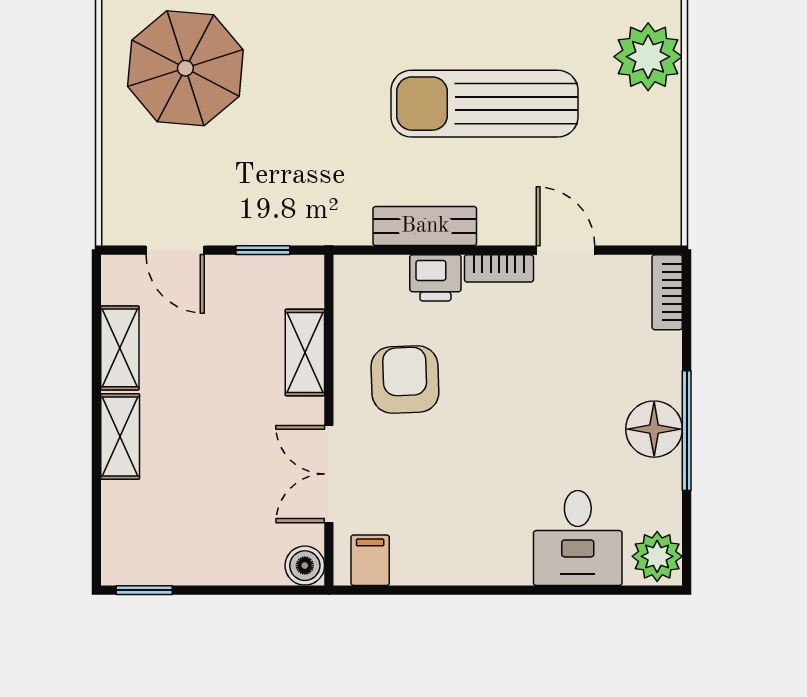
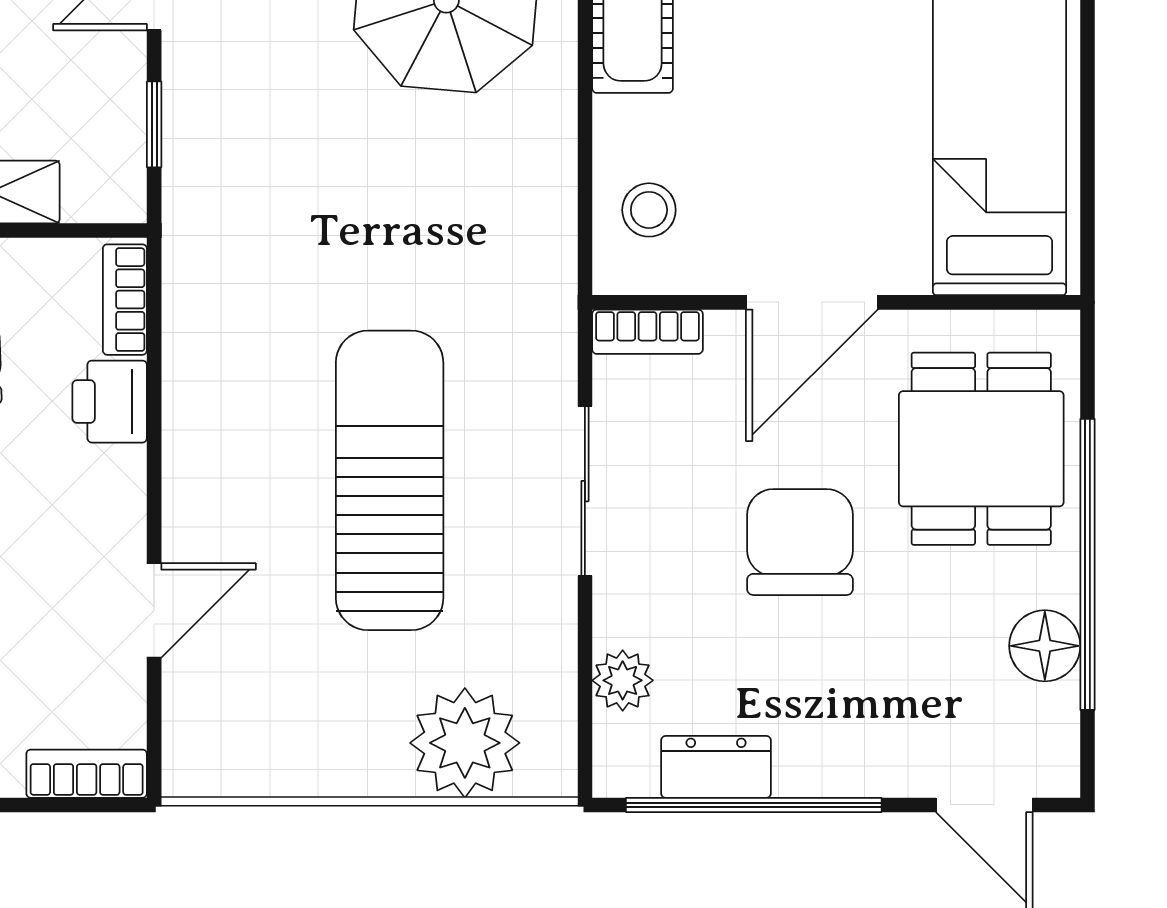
bench: (425, 226) -> (193, 384), removed
bookcase: (499, 268) -> (125, 300), moved

